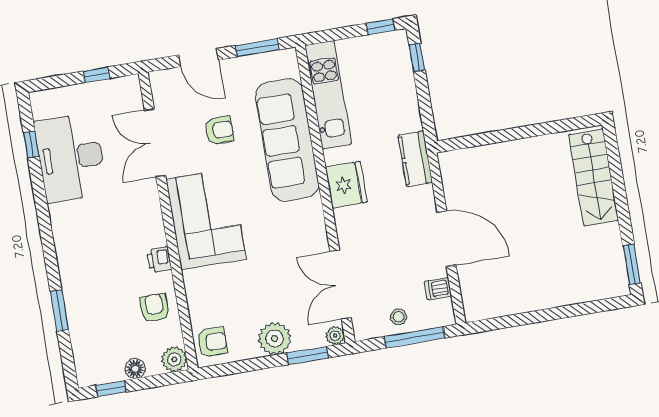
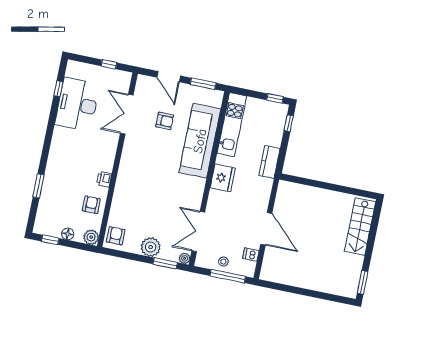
kitchen counter: (415, 159) -> (270, 162), moved
corner sofa: (206, 219) -> (138, 167), removed
armchair: (212, 342) -> (116, 236), turned -90

